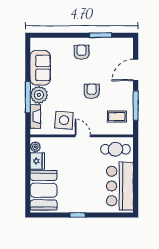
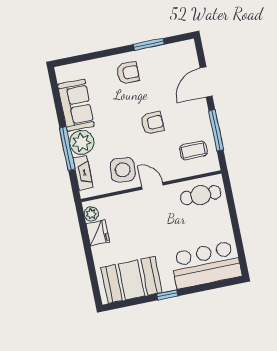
armchair: (82, 52) -> (128, 73), turned 92
armchair: (92, 91) -> (152, 123), turned 89
bar counter: (120, 186) -> (206, 265), moved, turned 90
booth: (44, 190) -> (132, 280), moved, turned 90

